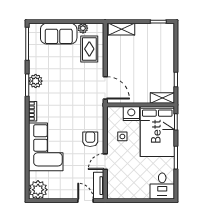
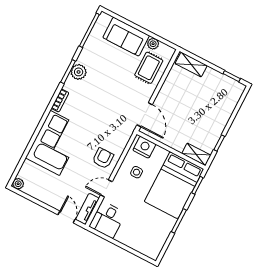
nightstand: (131, 114) -> (144, 147), moved
desk: (162, 186) -> (107, 220), moved
plant: (38, 190) -> (18, 184), width x0.53, depth x0.53

